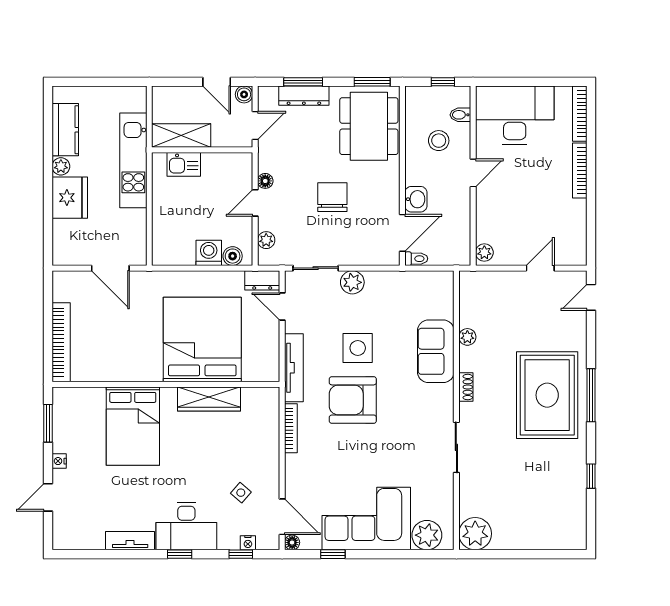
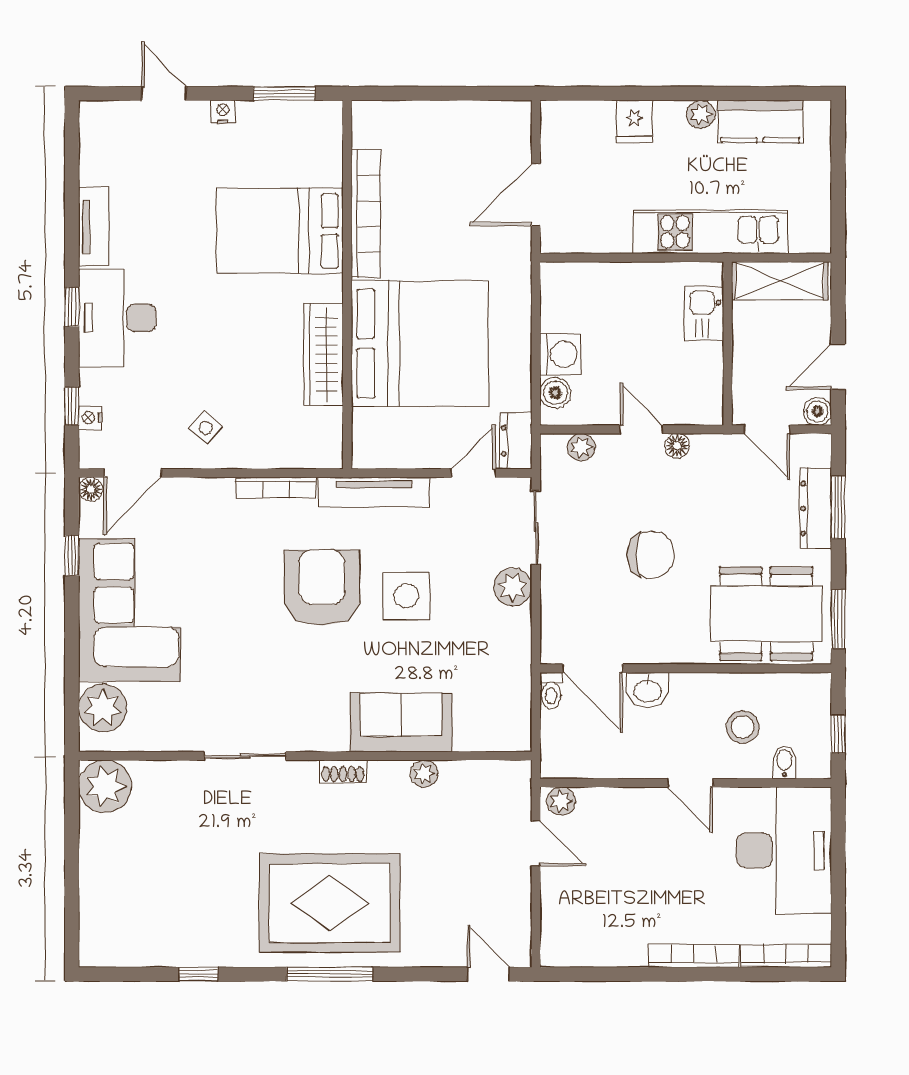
shelving: (181, 135) -> (780, 281), moved, turned 90
fridge: (70, 198) -> (634, 121), width x0.53, depth x0.75
door: (540, 268) -> (536, 843), moved
bookcase: (61, 342) -> (366, 214), moved, turned -90
side table: (241, 493) -> (206, 428), moved

